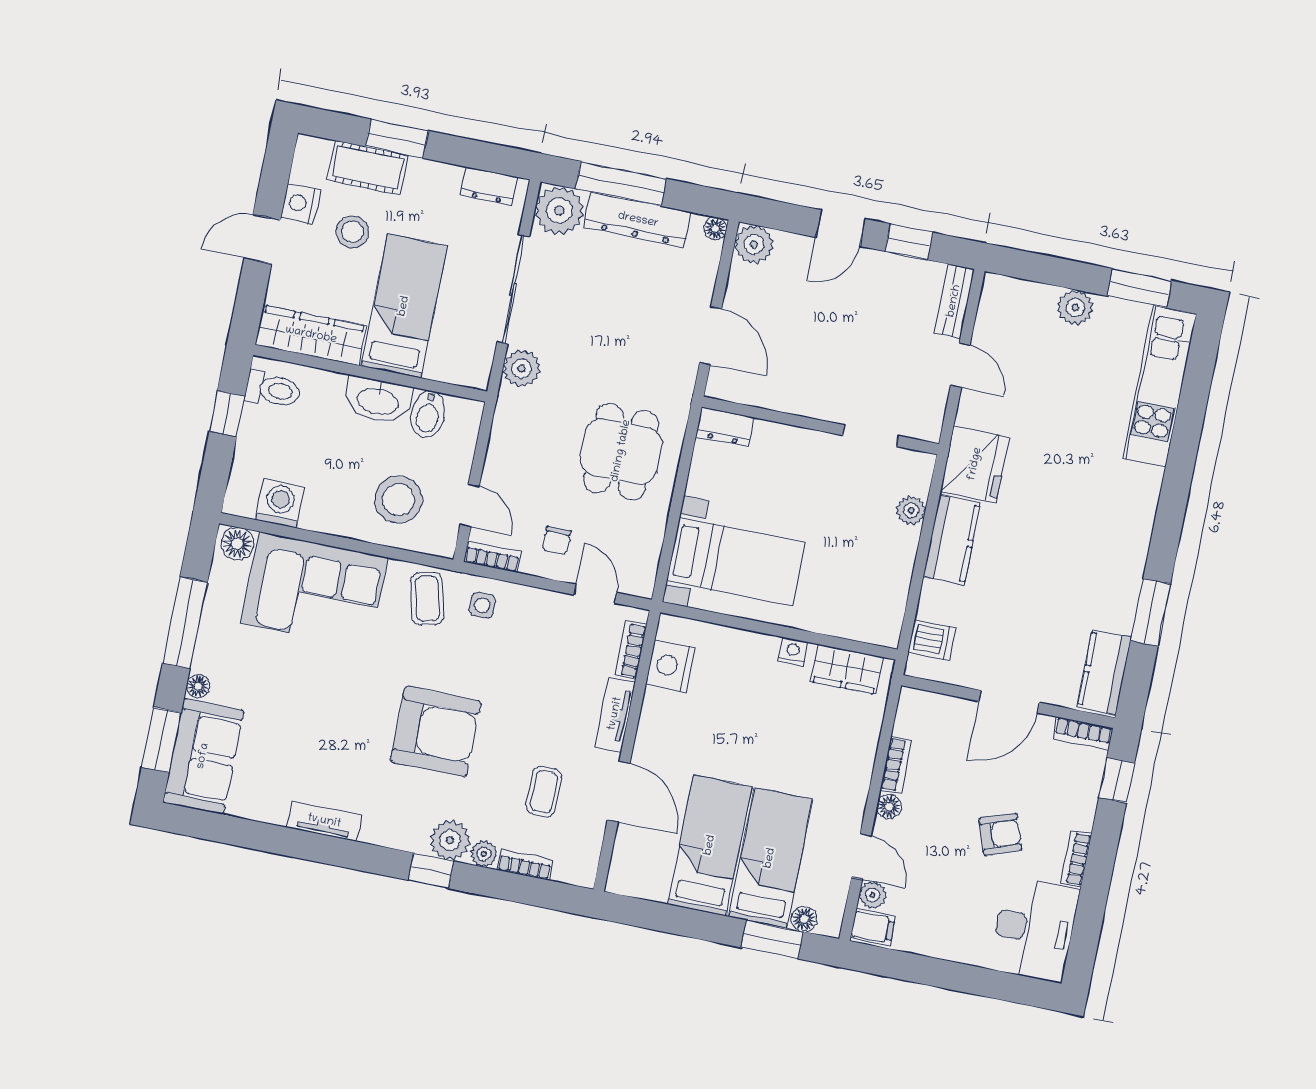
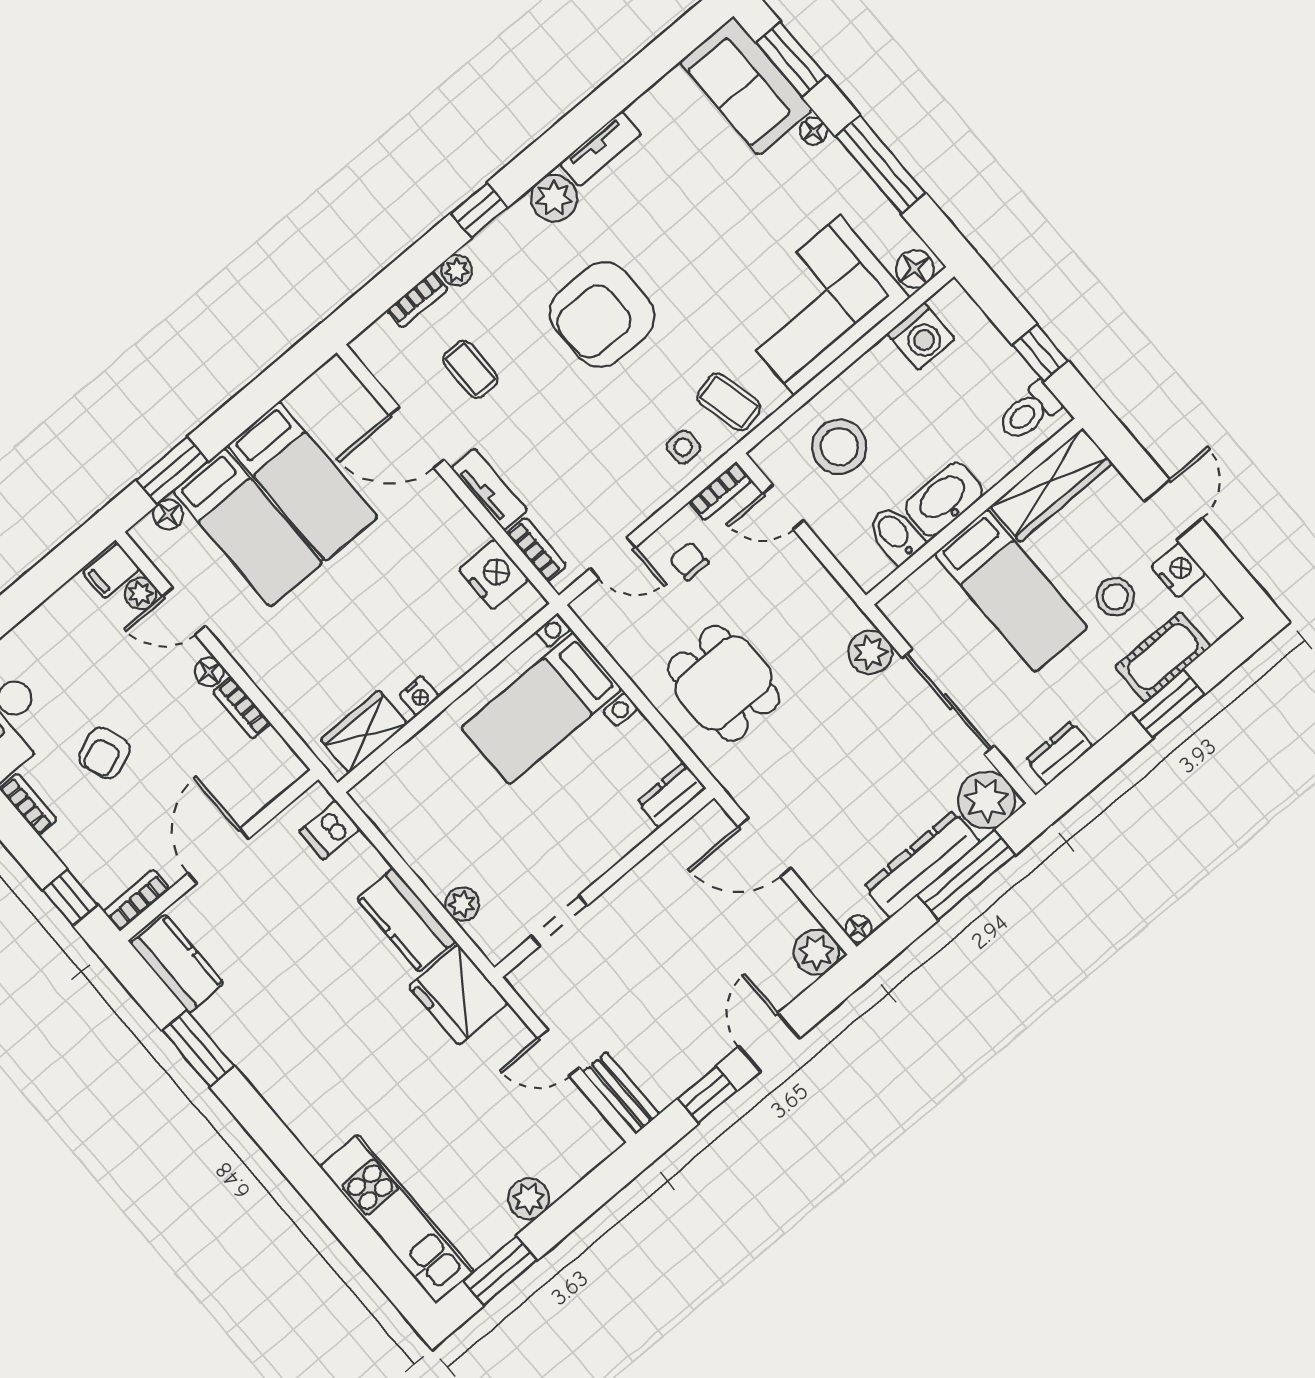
plant: (450, 840) -> (554, 198), moved

